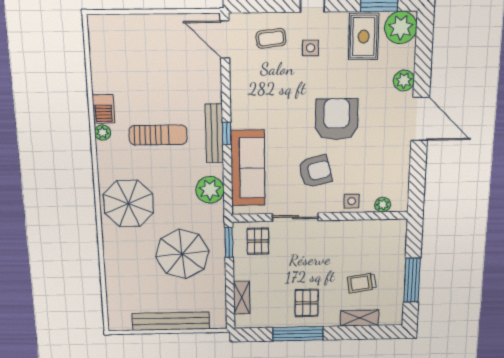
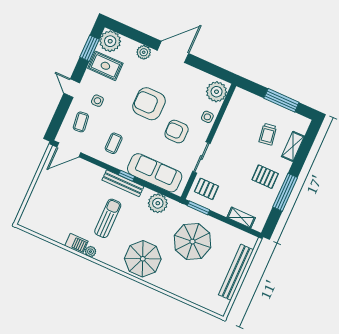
coffee table: (262, 97) -> (114, 143), added
armchair: (315, 171) -> (177, 132), turned -76
plant: (383, 205) -> (217, 92), width x1.87, depth x1.87

